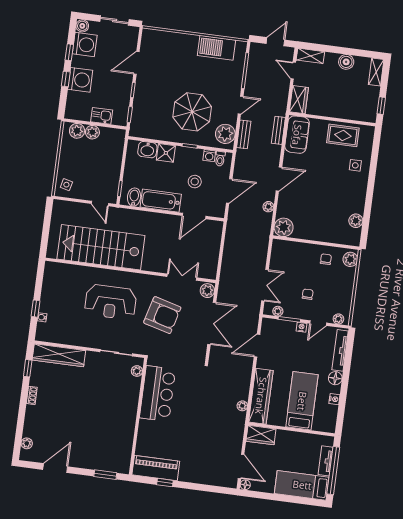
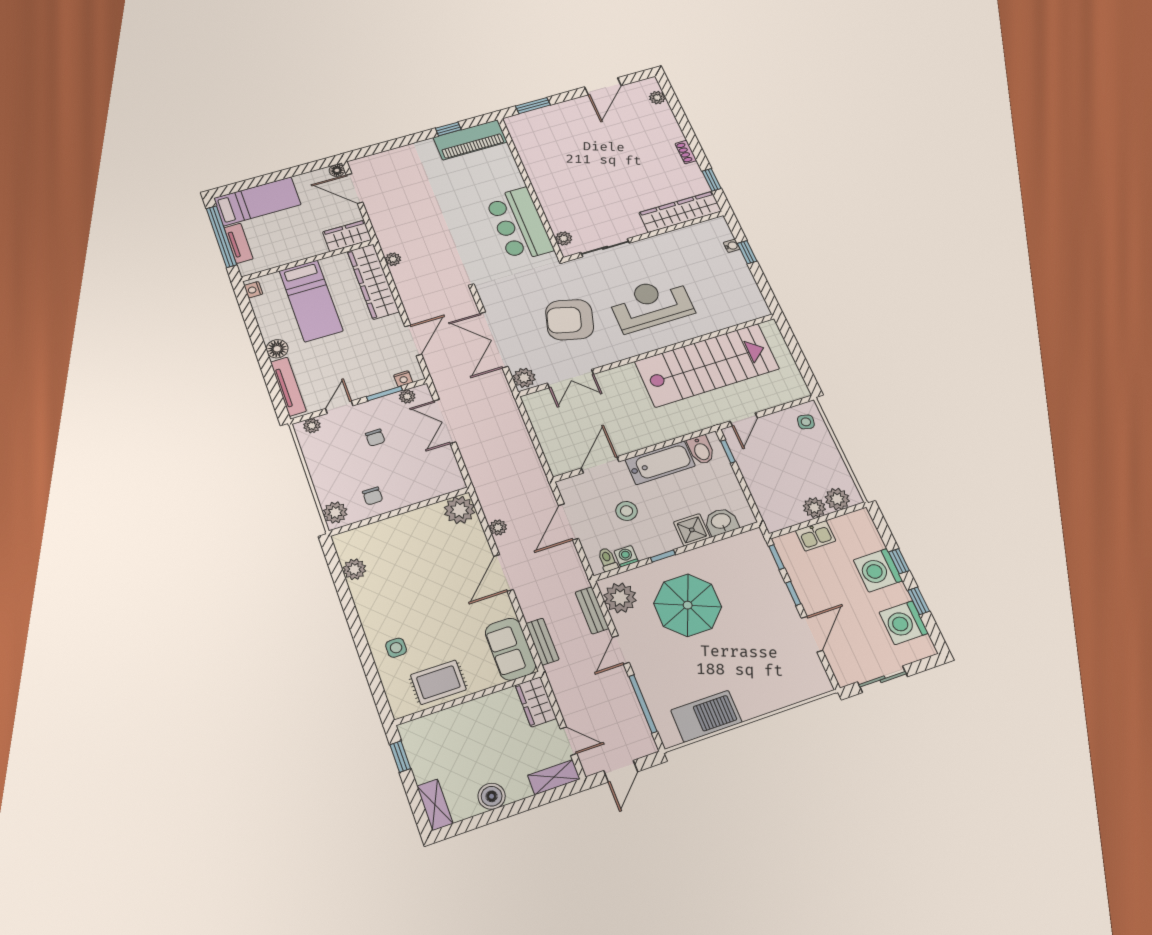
boiler: (82, 26) -> (924, 648), removed
door: (100, 204) -> (744, 419), swing flipped
nightstand: (301, 327) -> (403, 379), moved
nightstand: (334, 399) -> (253, 290), moved

